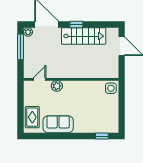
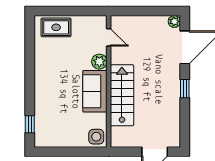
stairs: (84, 36) -> (122, 95), moved, turned 180
window: (21, 47) -> (154, 11), removed
sofa: (58, 124) -> (95, 91), moved, turned 180

